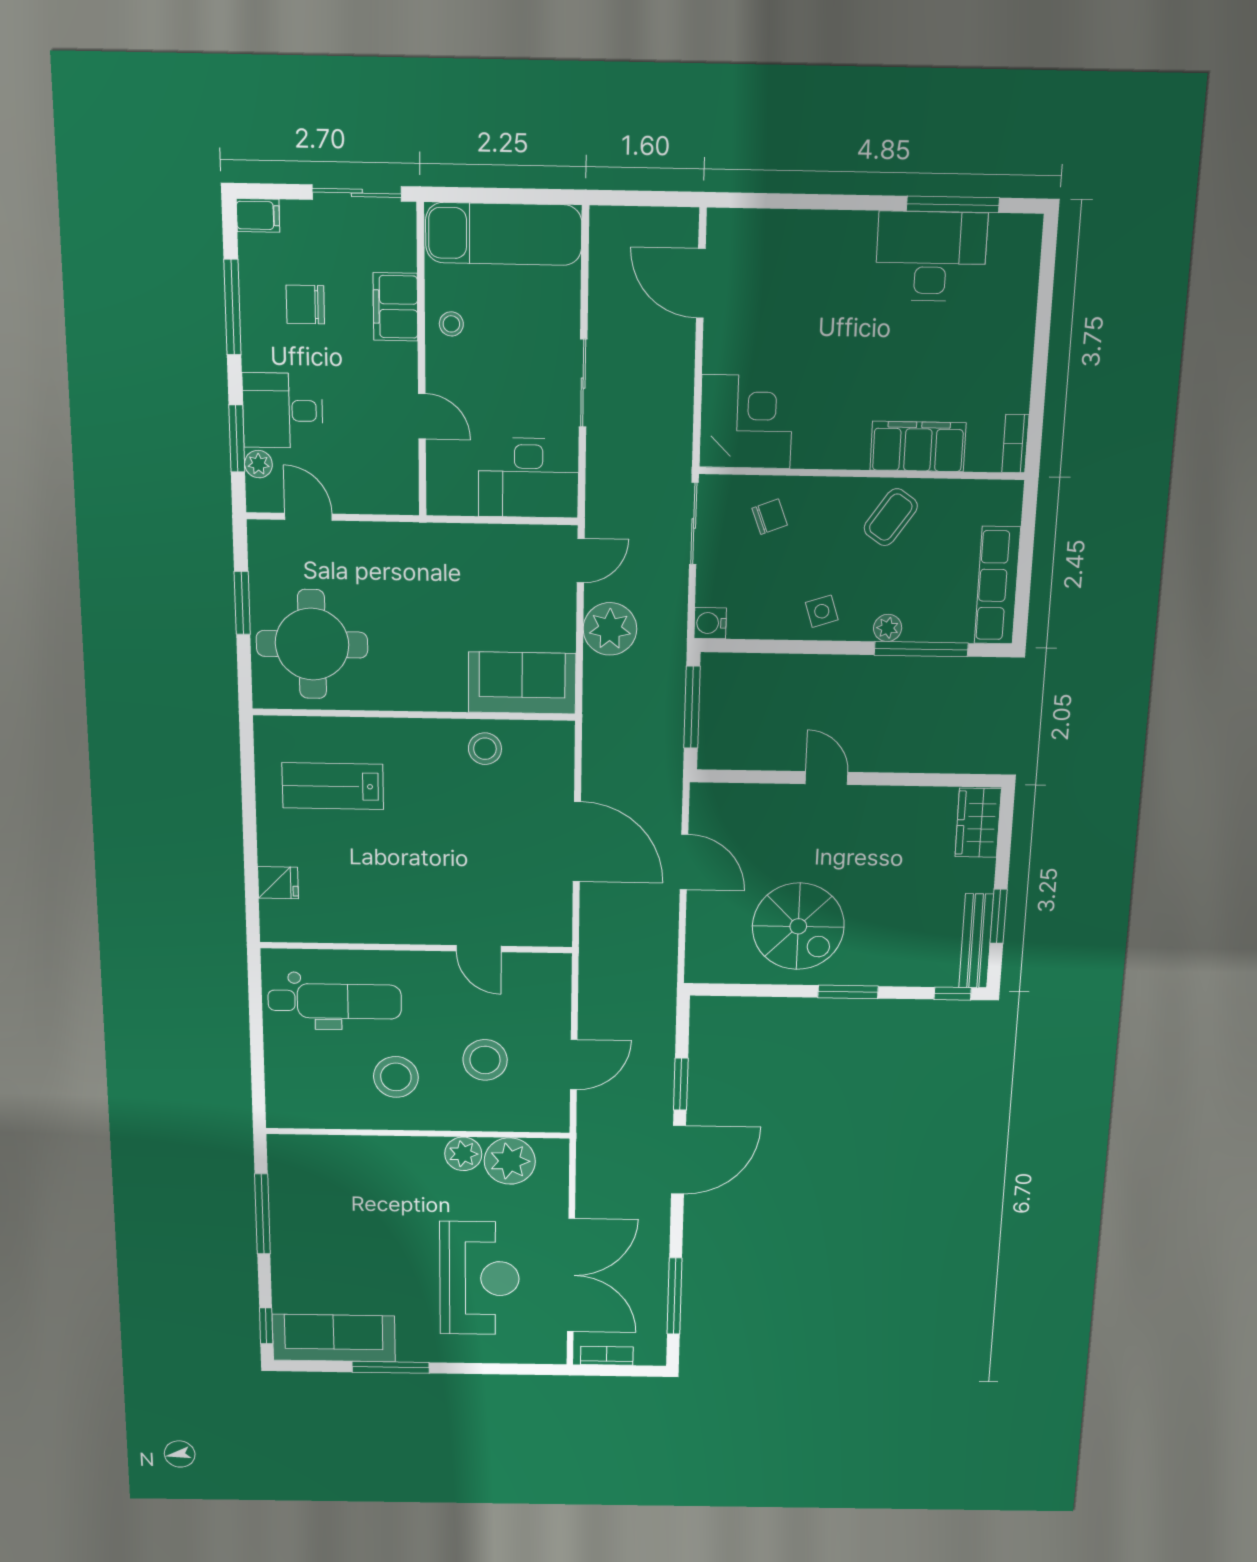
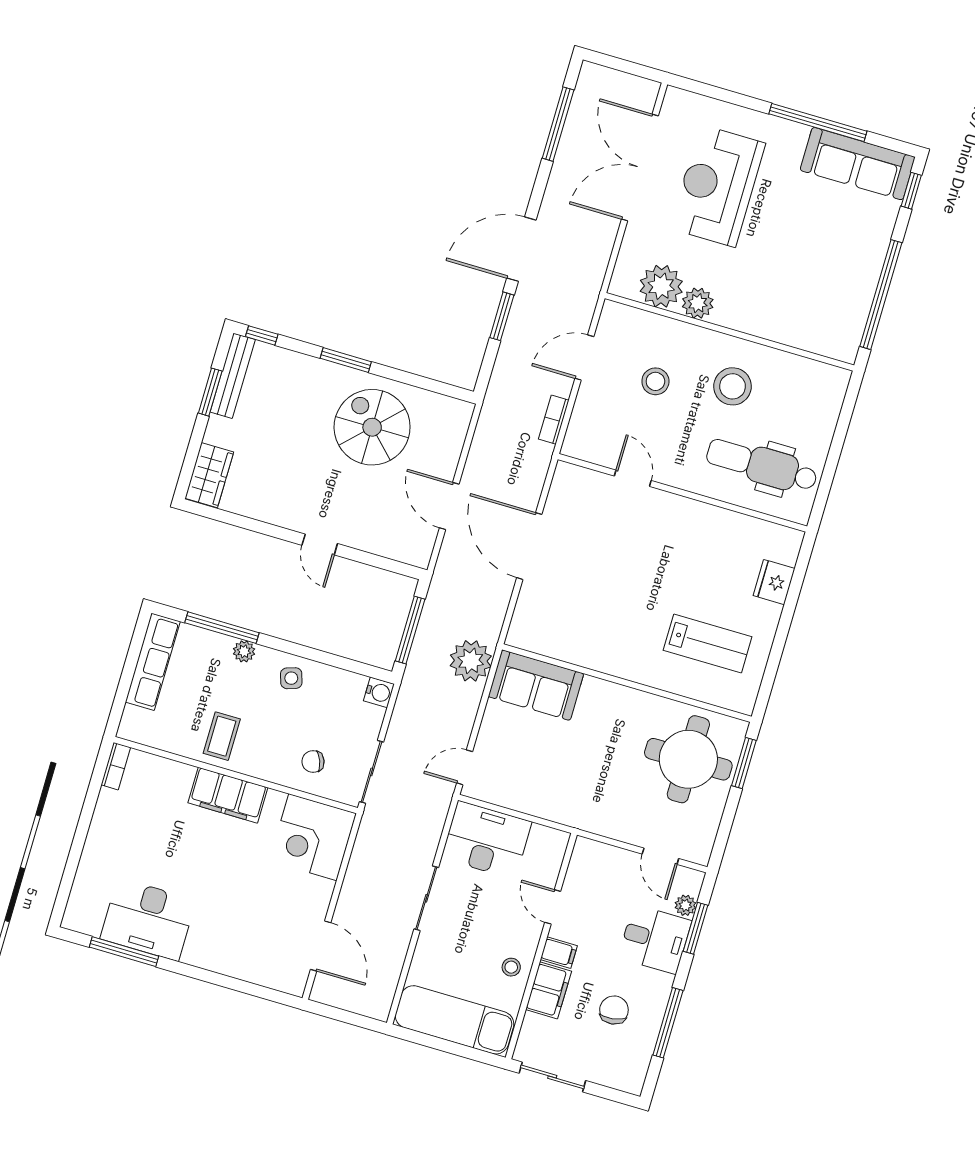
filing cabinet: (258, 215) -> (559, 953), moved, turned 180
chair: (305, 305) -> (614, 1010), turned -98
filing cabinet: (918, 446) -> (228, 795), moved
coffee table: (891, 517) -> (222, 736), turned -35
window: (242, 603) -> (744, 763), moved
plant: (610, 629) -> (471, 661), moved
stool: (485, 749) -> (580, 641), removed
fridge: (278, 883) -> (774, 582), width x1.38
stool: (485, 1060) -> (655, 381), width x0.73, depth x0.73
window: (262, 1214) -> (881, 295), width x1.46
bookcase: (607, 1356) -> (554, 420), moved, turned 90
window: (391, 1367) -> (818, 123), width x1.46

